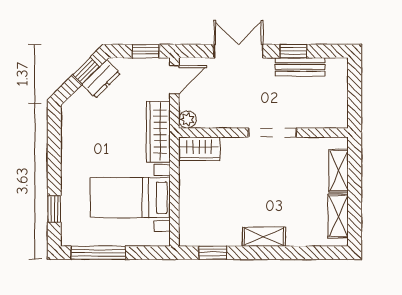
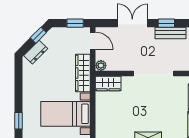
dresser: (101, 79) -> (36, 52), moved
door: (174, 80) -> (93, 41), hinge flipped
doorway: (273, 133) -> (153, 74), width x1.36

